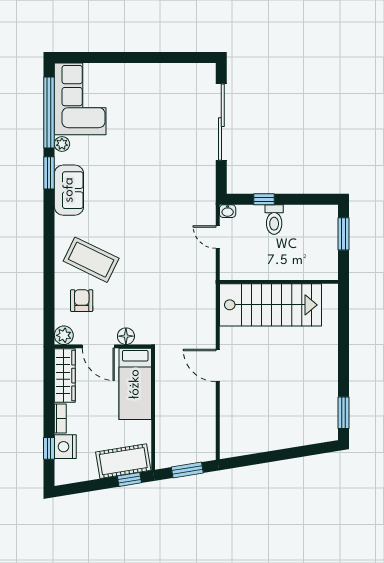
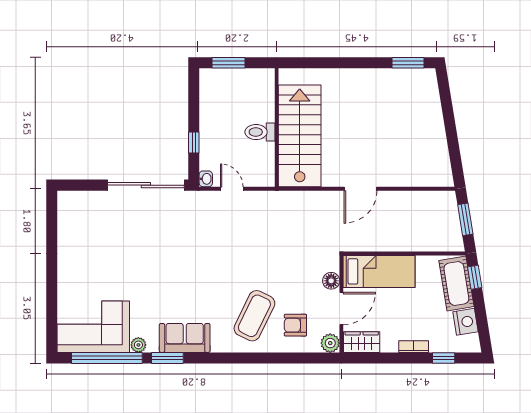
sliding door: (221, 122) -> (146, 185), moved
toilet: (274, 220) -> (260, 132), moved, turned 180
door: (218, 237) -> (232, 189), swing flipped
wardrobe: (65, 376) -> (362, 342), width x0.67
nightstand: (65, 447) -> (465, 322), moved, turned -99

